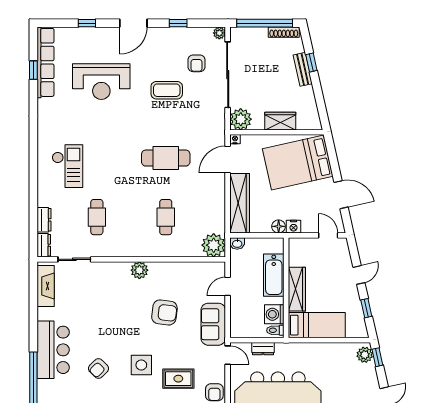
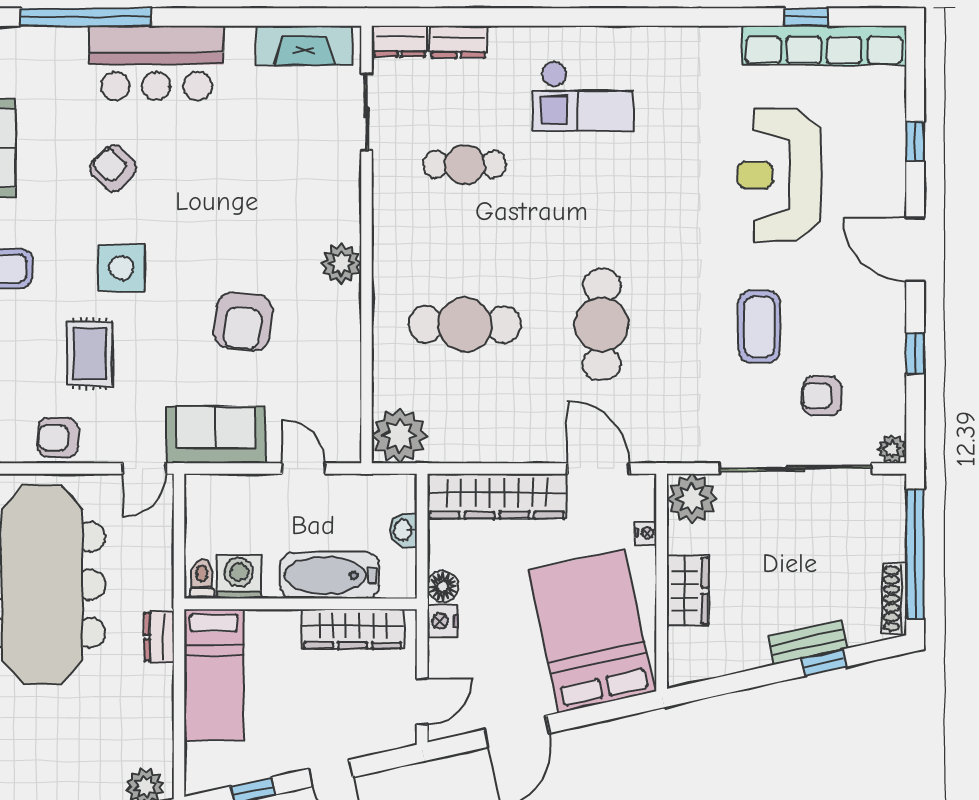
nightstand: (235, 139) -> (645, 533), moved
cafe table: (166, 217) -> (465, 325), width x1.37, depth x1.35
washbasin: (237, 243) -> (403, 530), moved
wardrobe: (297, 289) -> (353, 629), moved
dresser: (263, 349) -> (159, 637), moved

